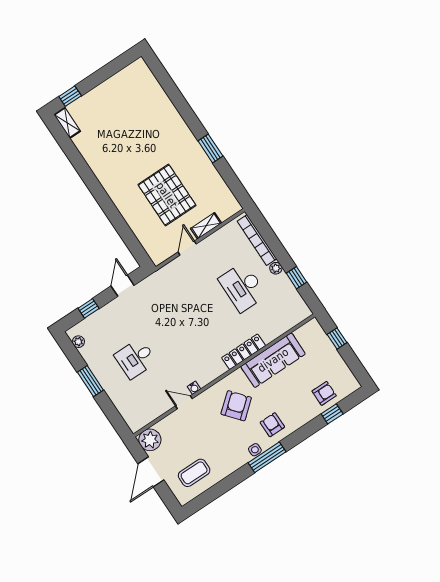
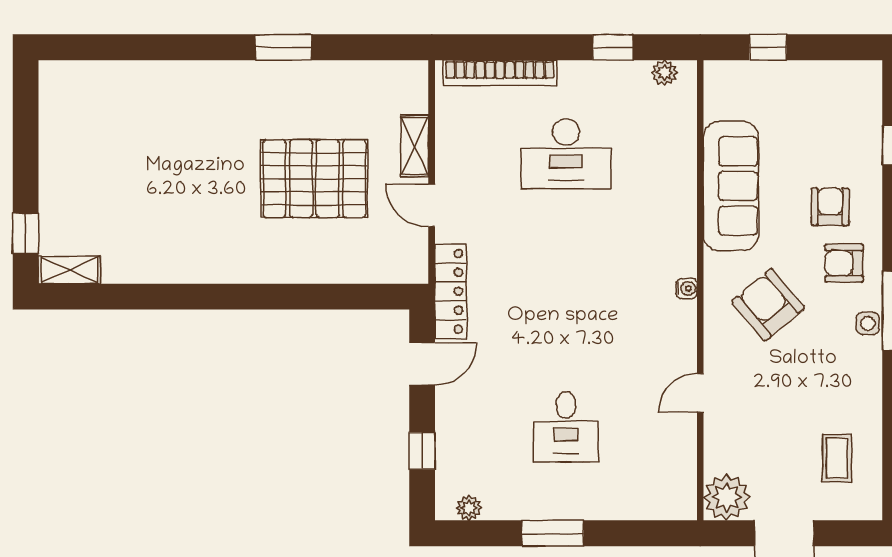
plant: (276, 268) -> (664, 73), moved
door: (123, 286) -> (422, 364), swing flipped
locker: (244, 352) -> (451, 291), moved, turned 180
water cooler: (194, 388) -> (687, 288), moved
armchair: (324, 393) -> (830, 207), moved
coffee table: (194, 473) -> (837, 458), width x0.73, depth x0.77

